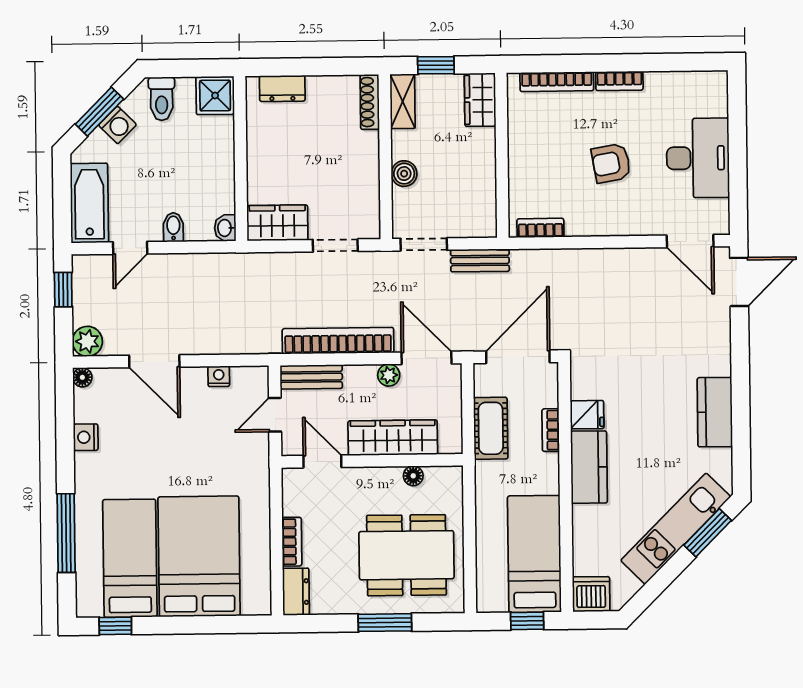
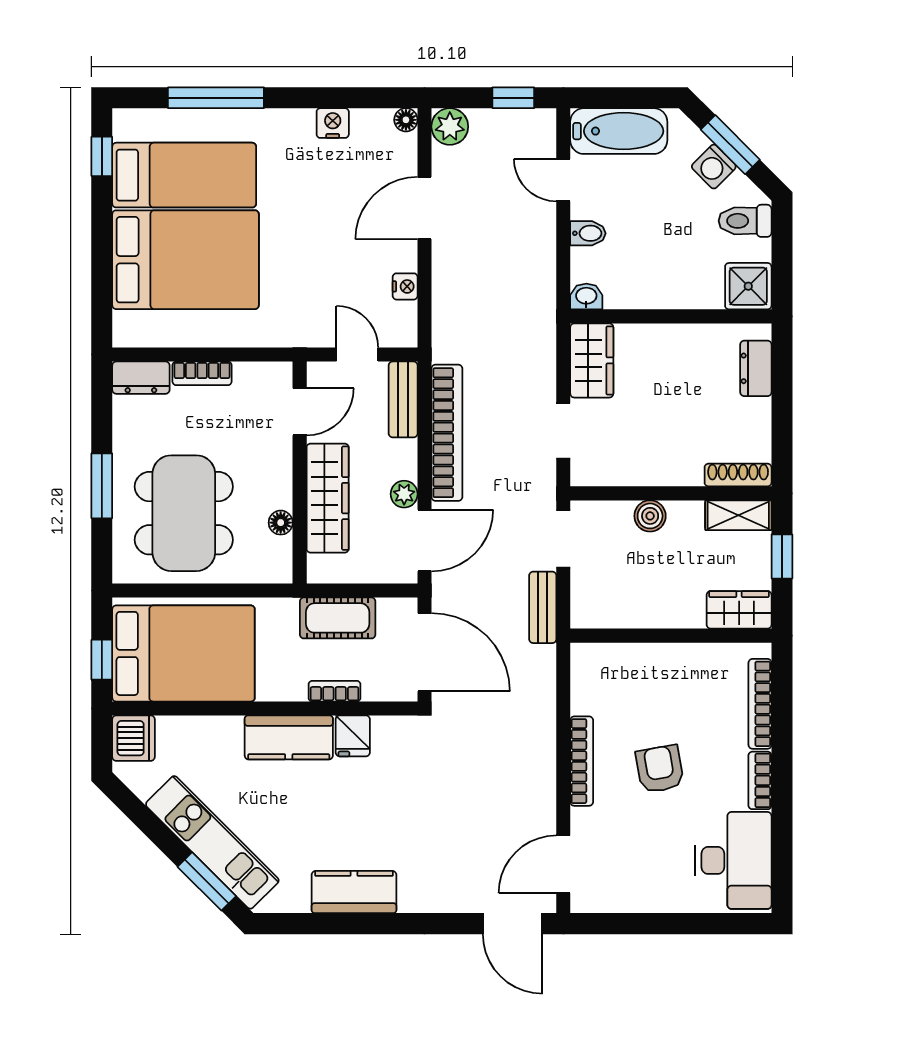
desk: (698, 158) -> (733, 860), moved, turned -90
bookcase: (540, 228) -> (582, 761), moved, width x1.56
bed: (534, 554) -> (183, 653), width x1.50

